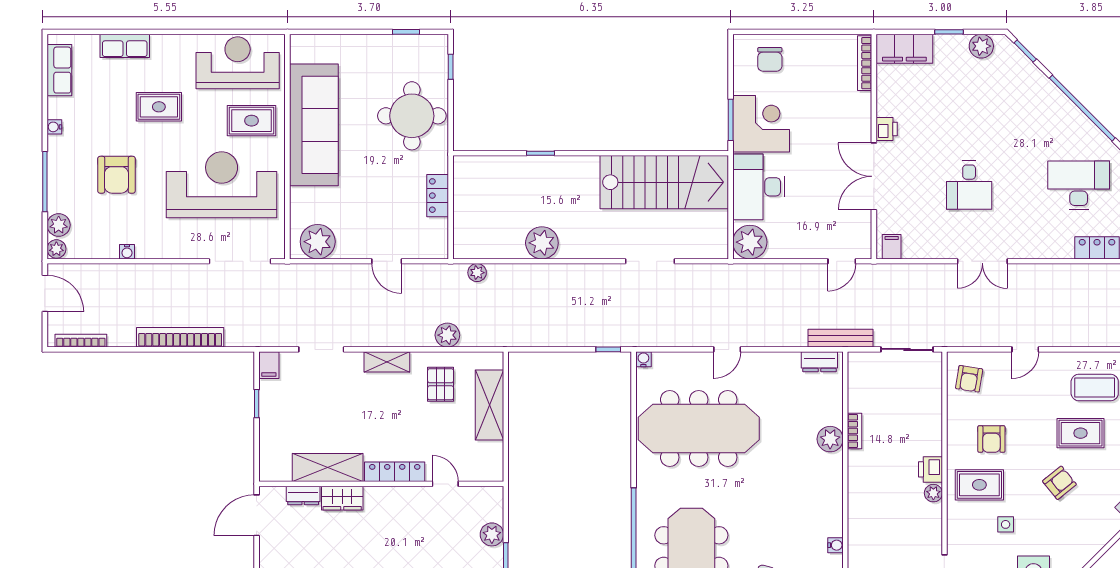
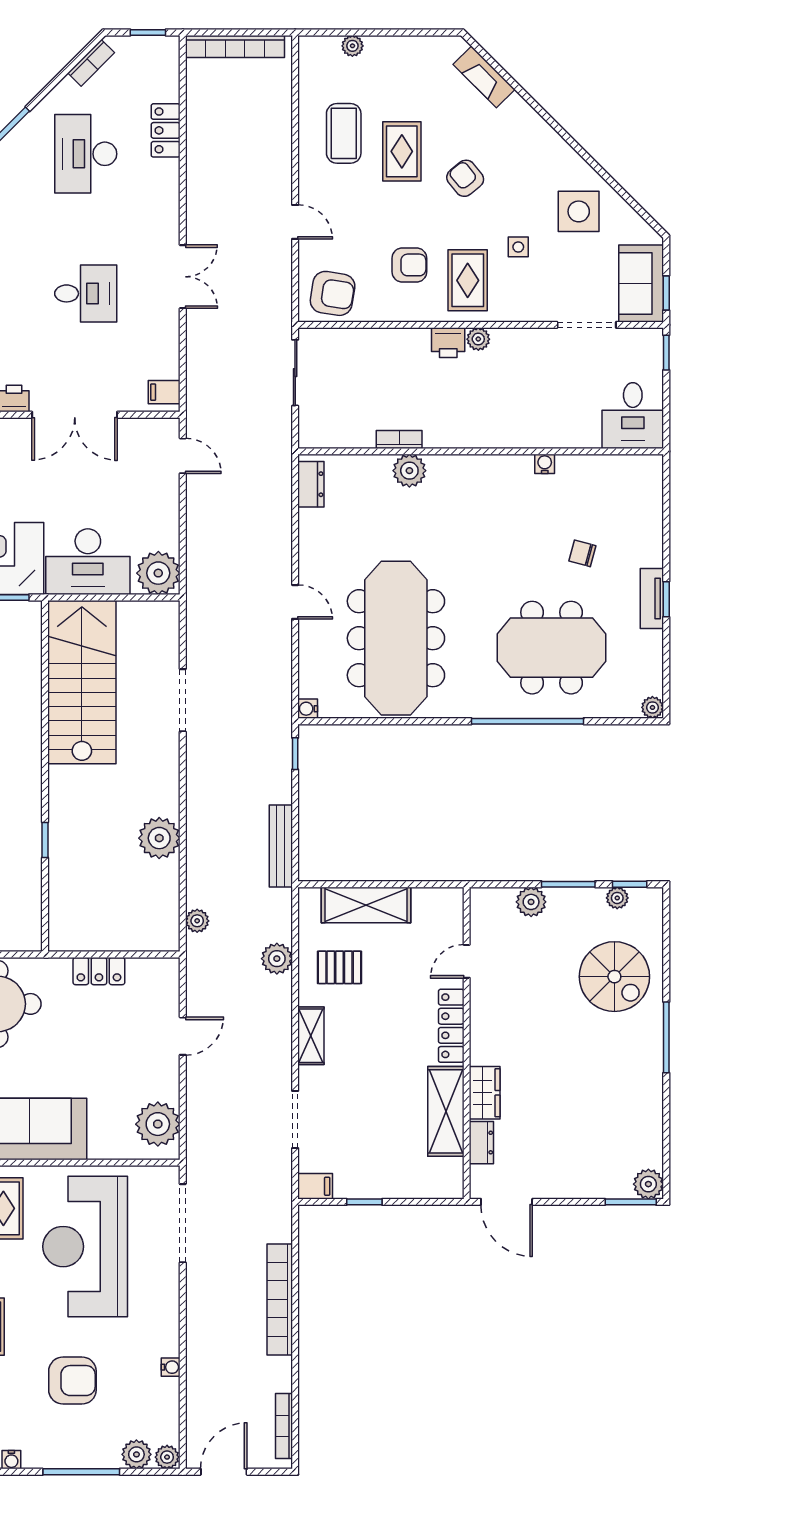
bench: (841, 338) -> (281, 846), moved
armchair: (969, 379) -> (333, 293), width x1.38, depth x1.38

